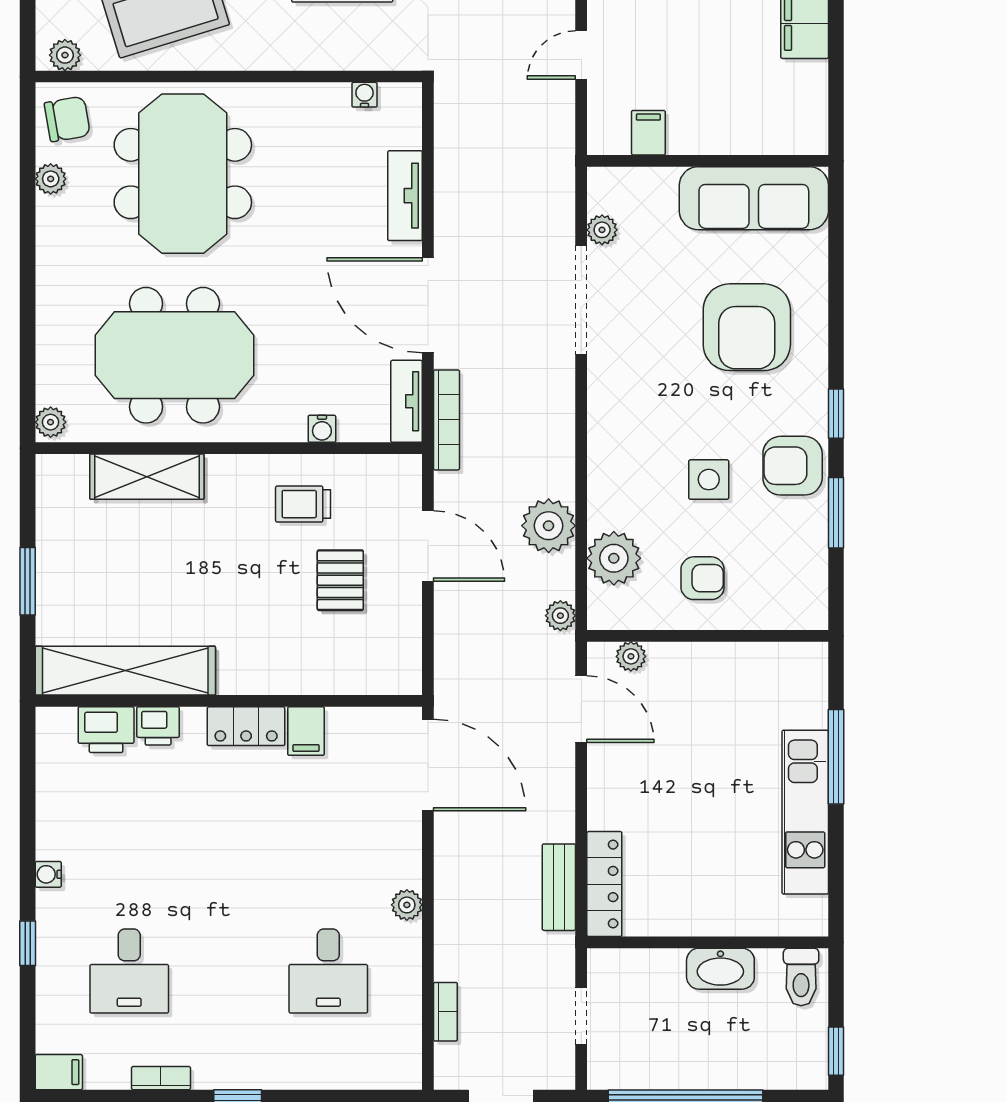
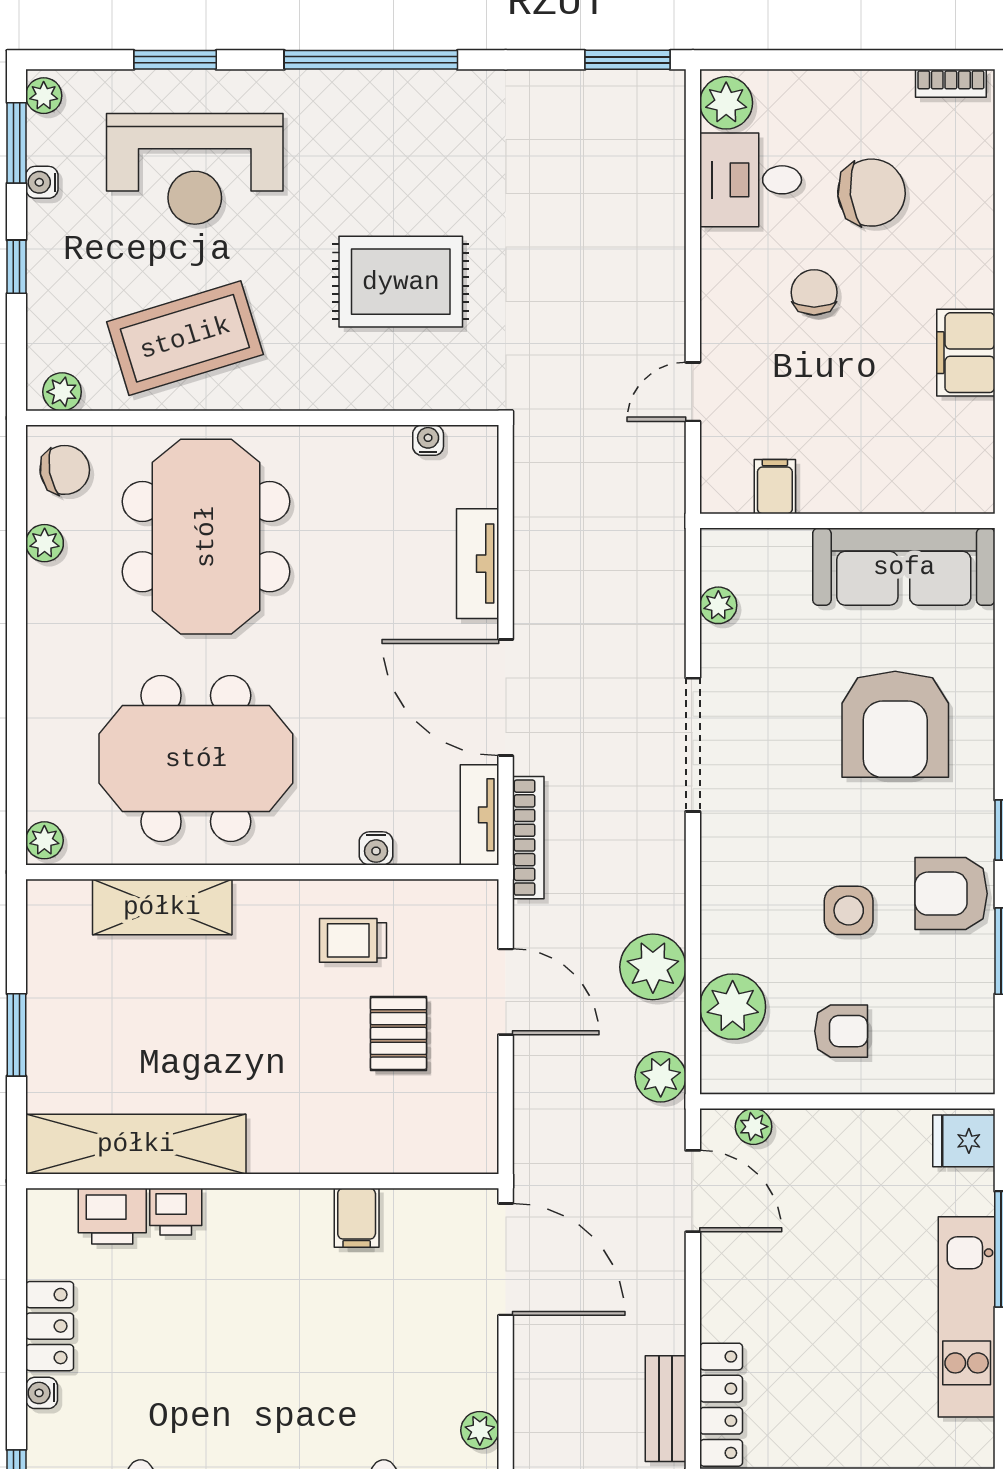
doorway: (581, 300) -> (693, 745), moved
plant: (560, 616) -> (661, 1077), width x1.38, depth x1.38
fridge: (803, 668) -> (964, 1141), added
locker: (246, 726) -> (50, 1326), moved, turned -90

